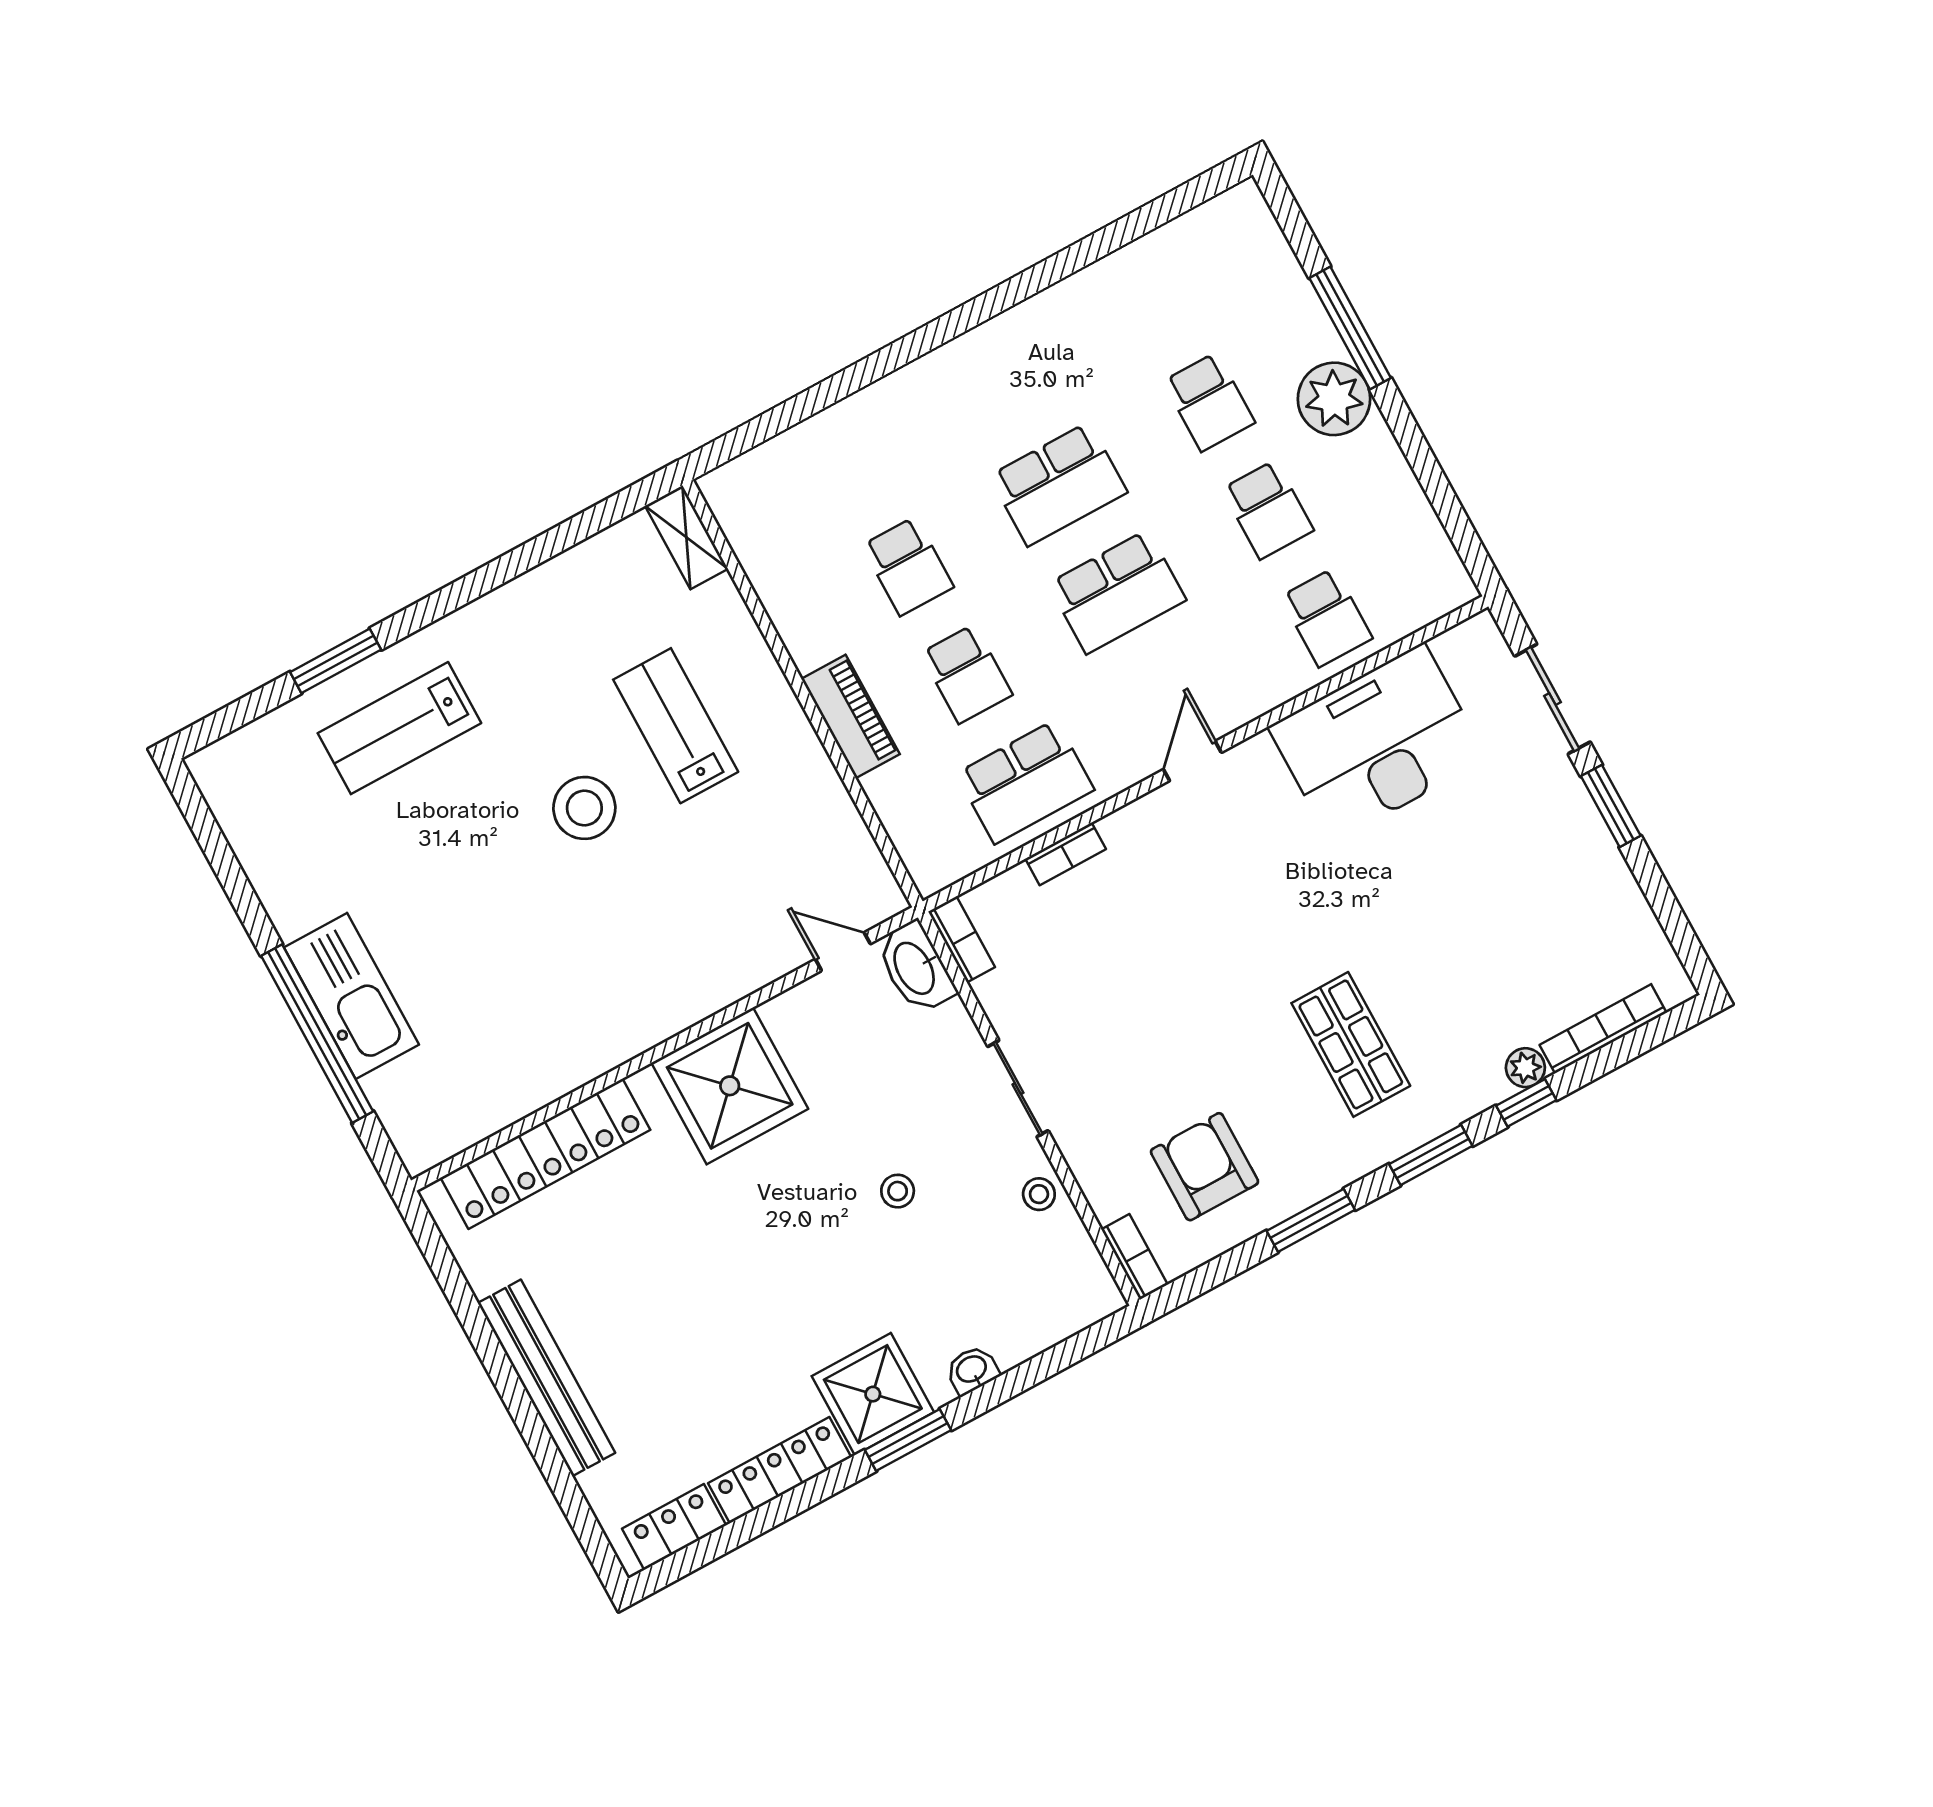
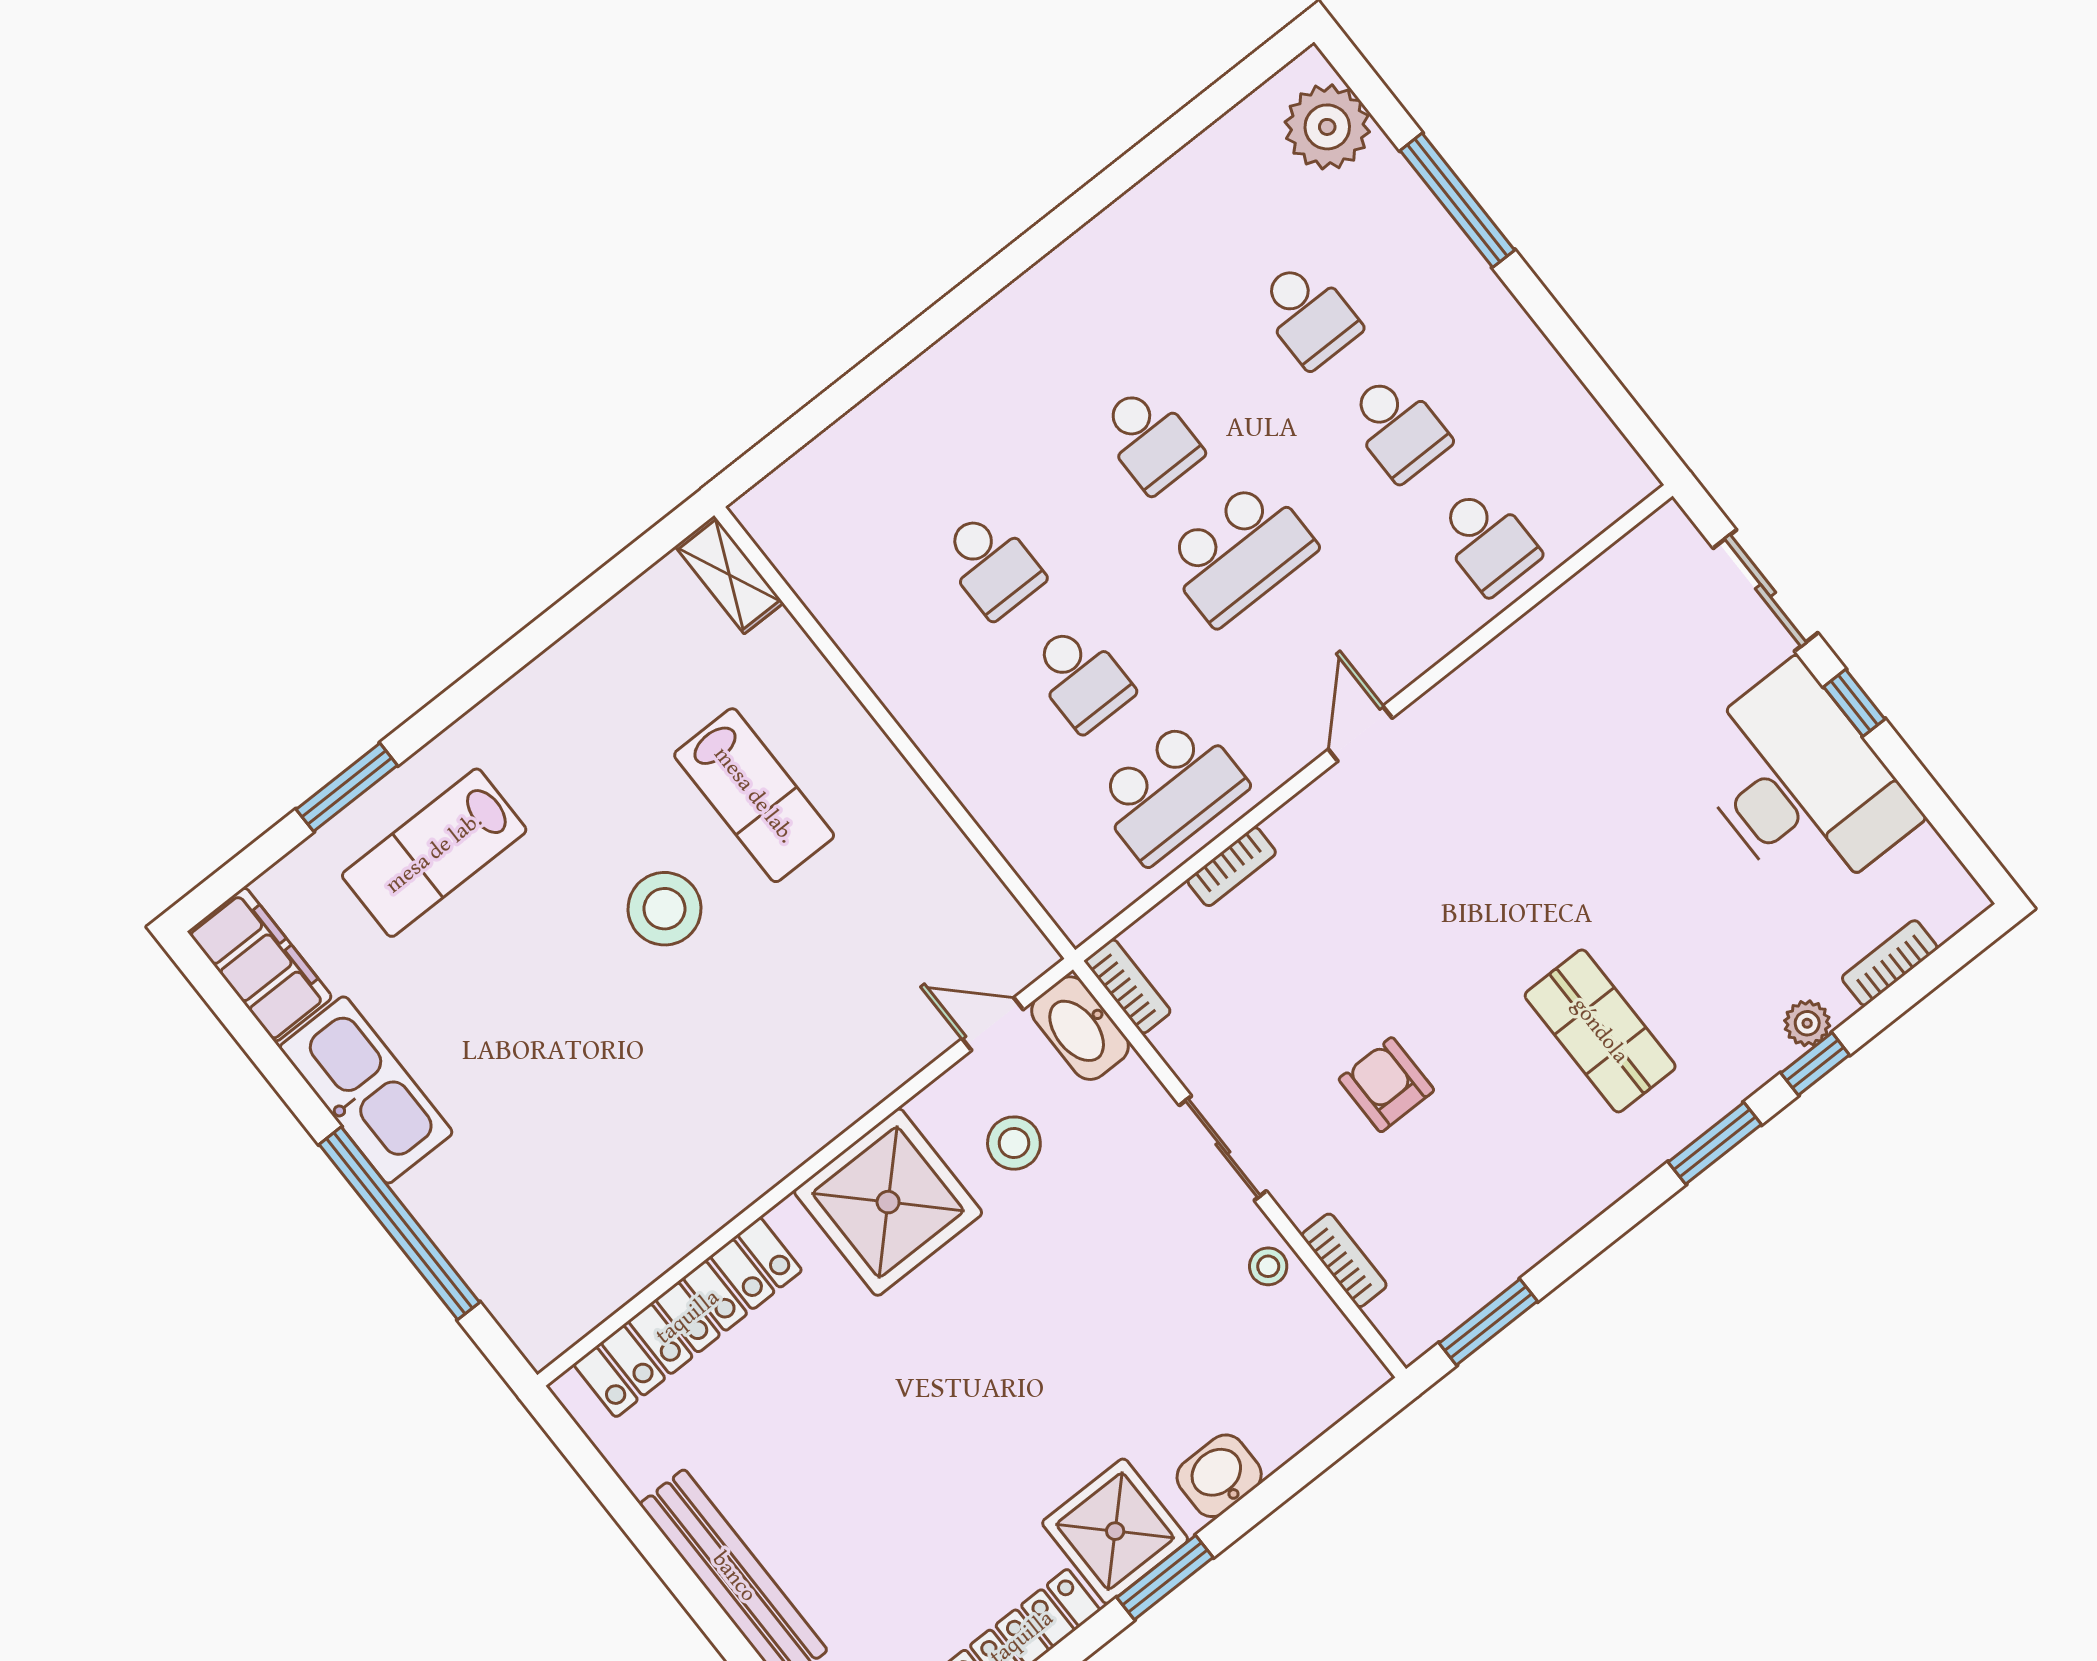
plant: (1334, 399) -> (1327, 127), moved
school desk: (1058, 484) -> (1150, 439), width x0.54
piano: (851, 717) -> (955, 750), removed
lab bench: (676, 726) -> (754, 795), turned 180
desk: (1378, 743) -> (1800, 784), moved, turned 90
filing cabinet: (237, 797) -> (260, 965), added
window: (1611, 806) -> (1854, 703), width x0.67
kitchen sink: (351, 996) -> (366, 1090), moved
bookcase: (1603, 1029) -> (1890, 963), width x0.64
armchair: (1204, 1167) -> (1386, 1085), moved, width x0.72, depth x0.72
stool: (898, 1191) -> (1014, 1143), moved, width x1.37, depth x1.37
window: (1311, 1220) -> (1488, 1322), moved
bookcase: (1135, 1257) -> (1344, 1260), moved
washbasin: (972, 1370) -> (1219, 1476), width x1.38, depth x1.45

